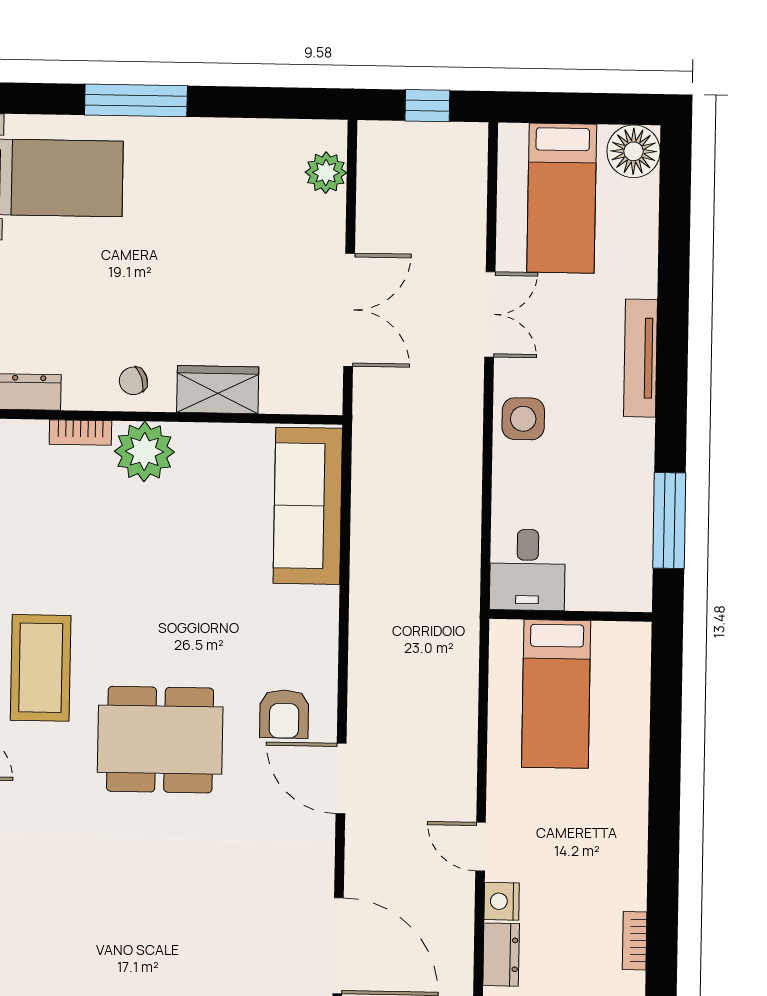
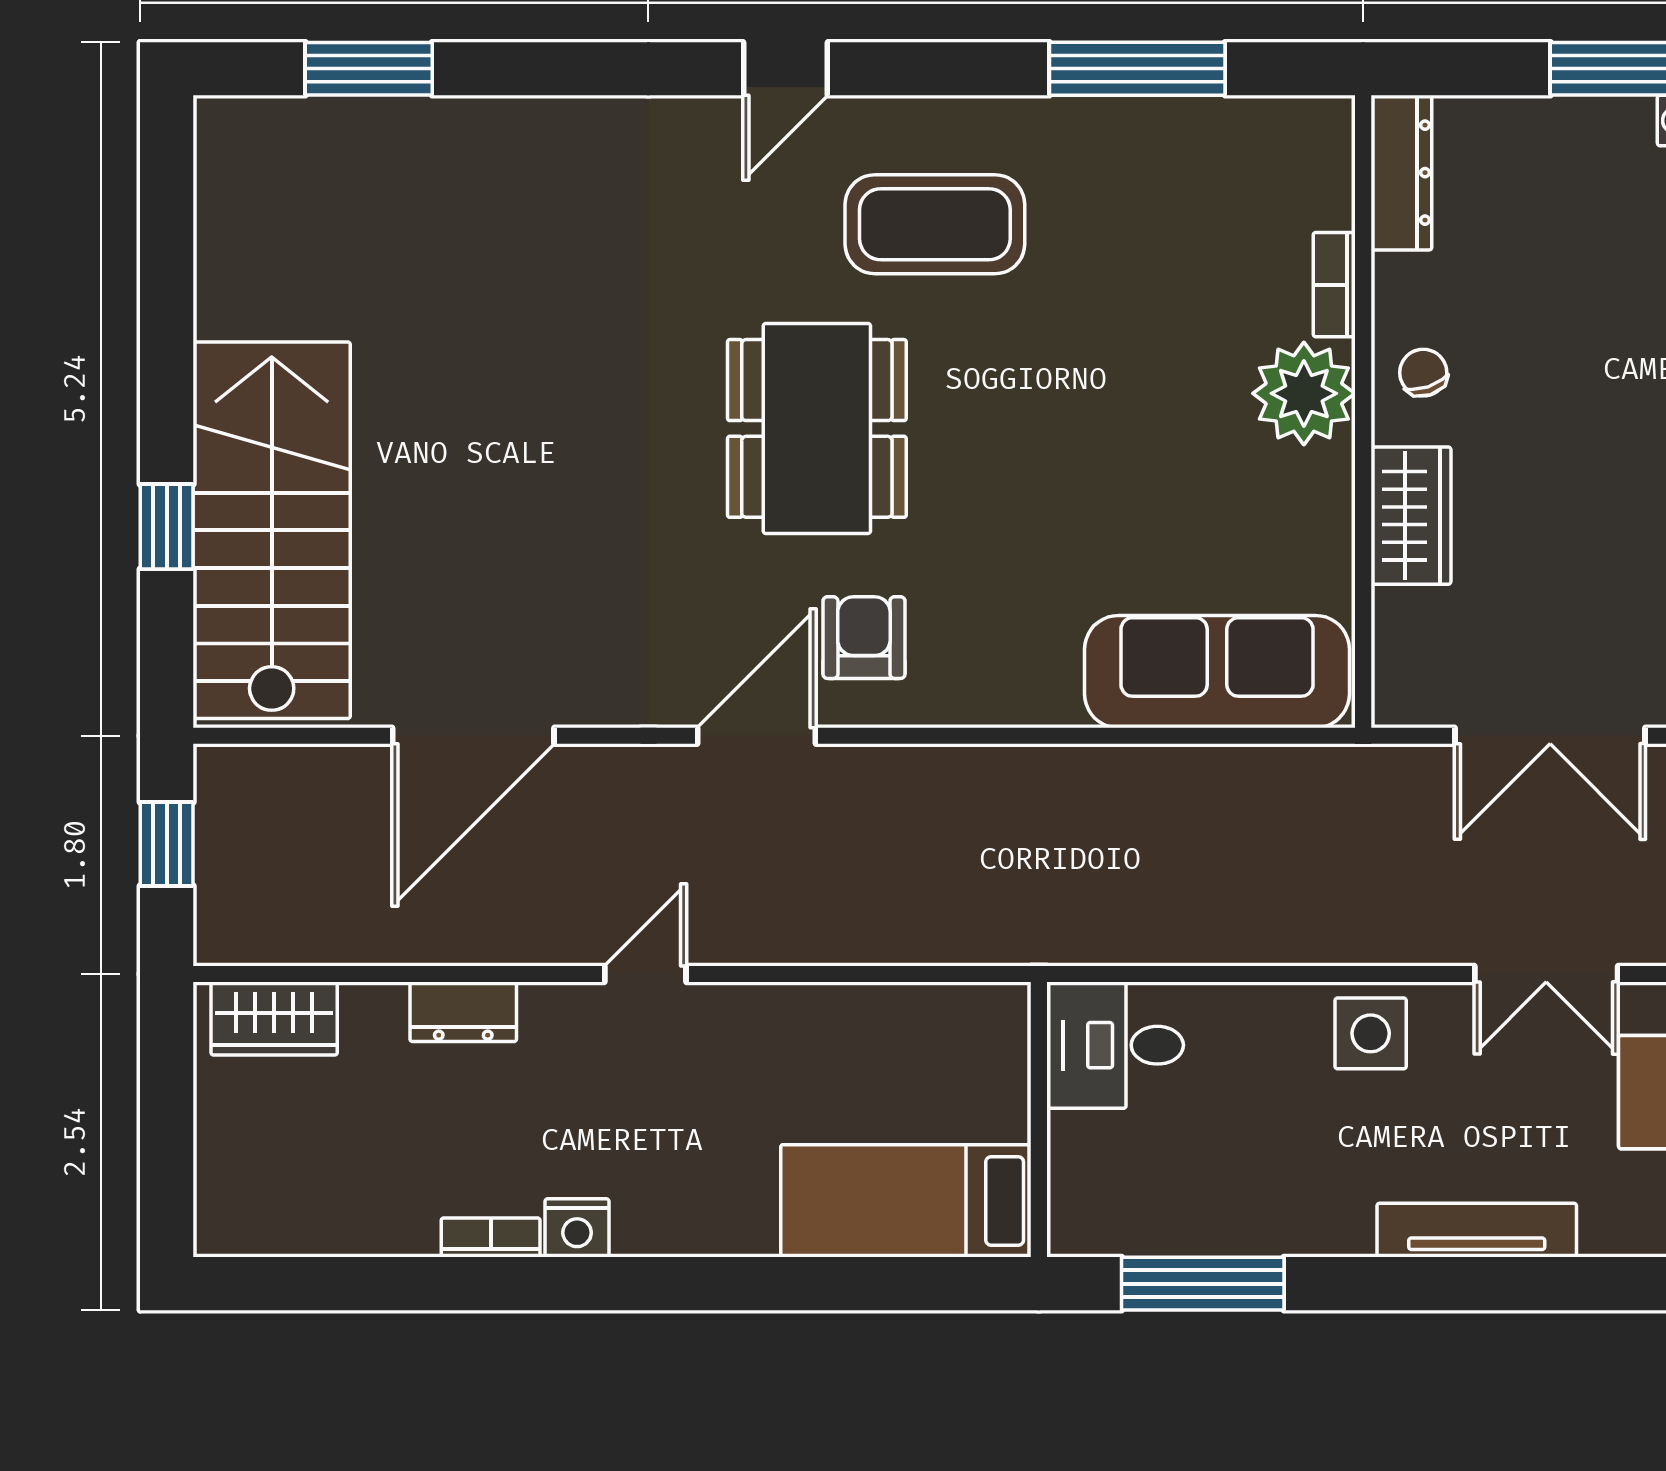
bed: (556, 694) -> (906, 1201), moved
armchair: (284, 714) -> (864, 638), turned 90
nightstand: (502, 901) -> (577, 1228), moved, turned 180

